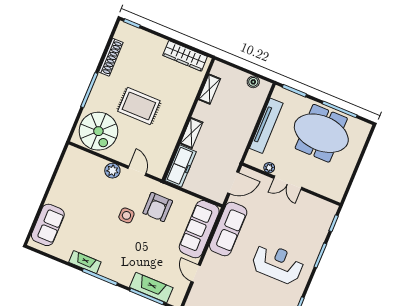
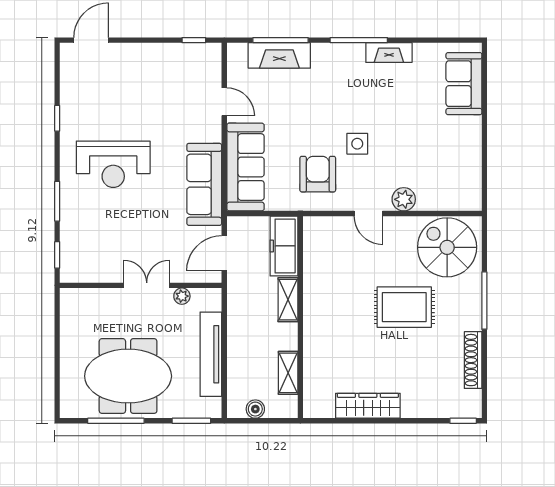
shelving: (209, 89) -> (288, 373), moved
wall: (188, 119) -> (300, 317), moved
shelving: (191, 133) -> (288, 300), moved
freezer: (181, 166) -> (284, 246), moved

